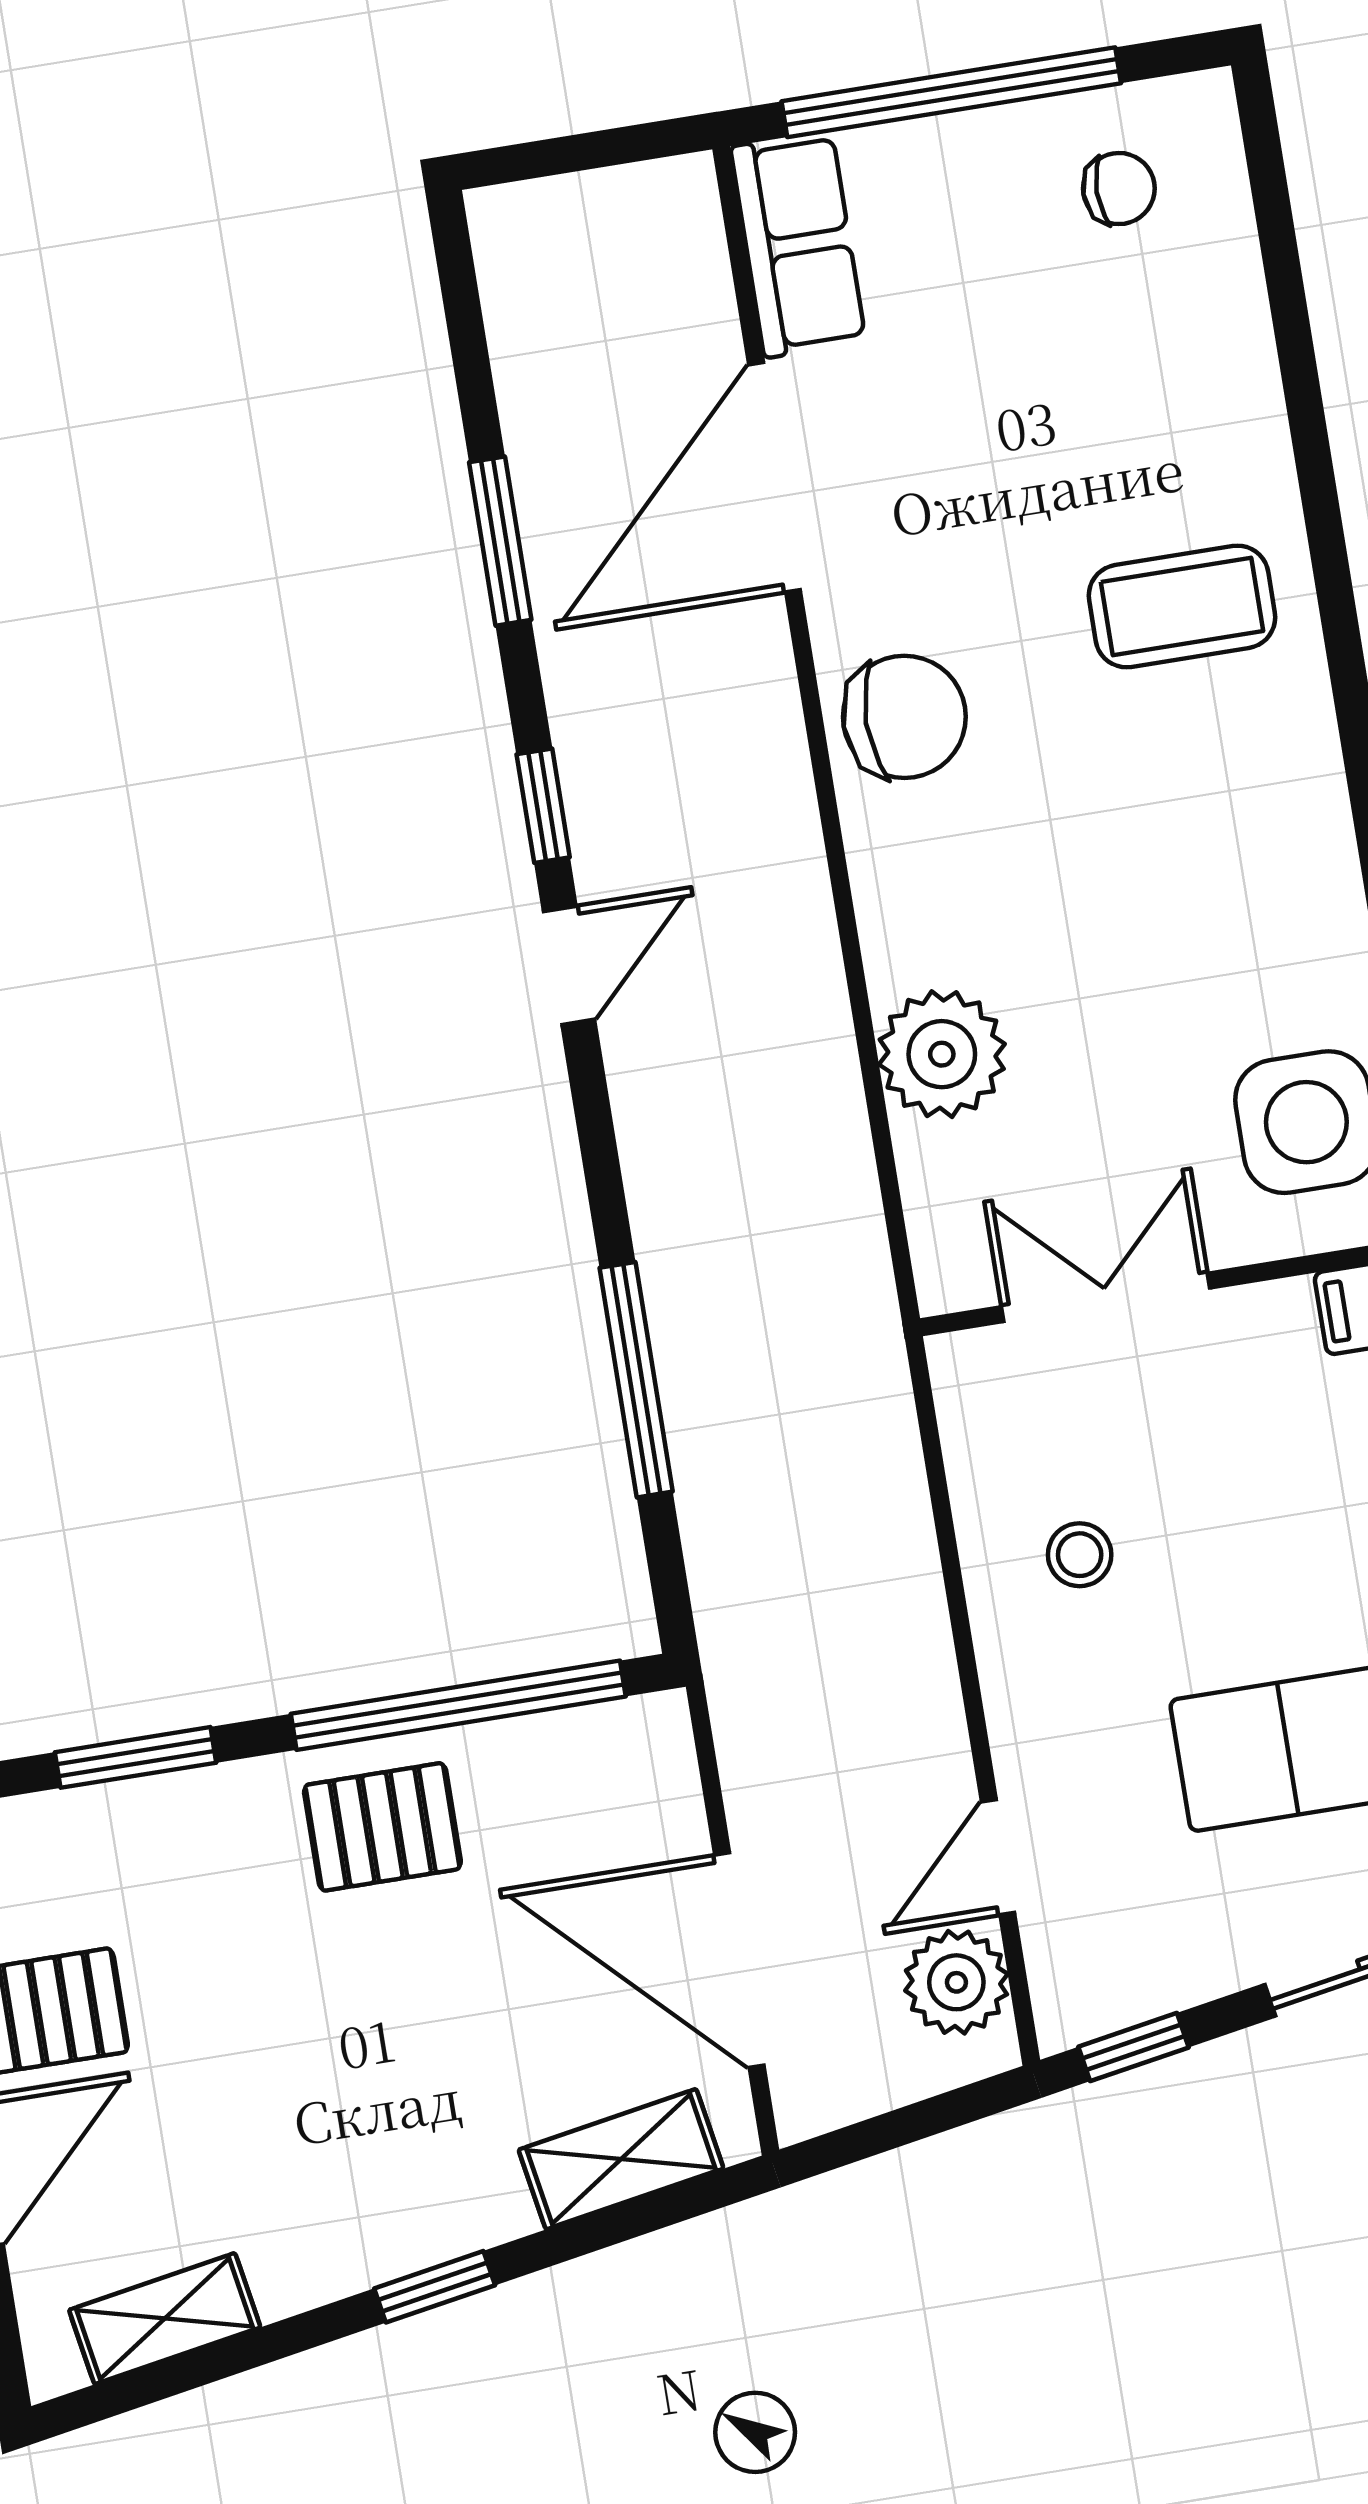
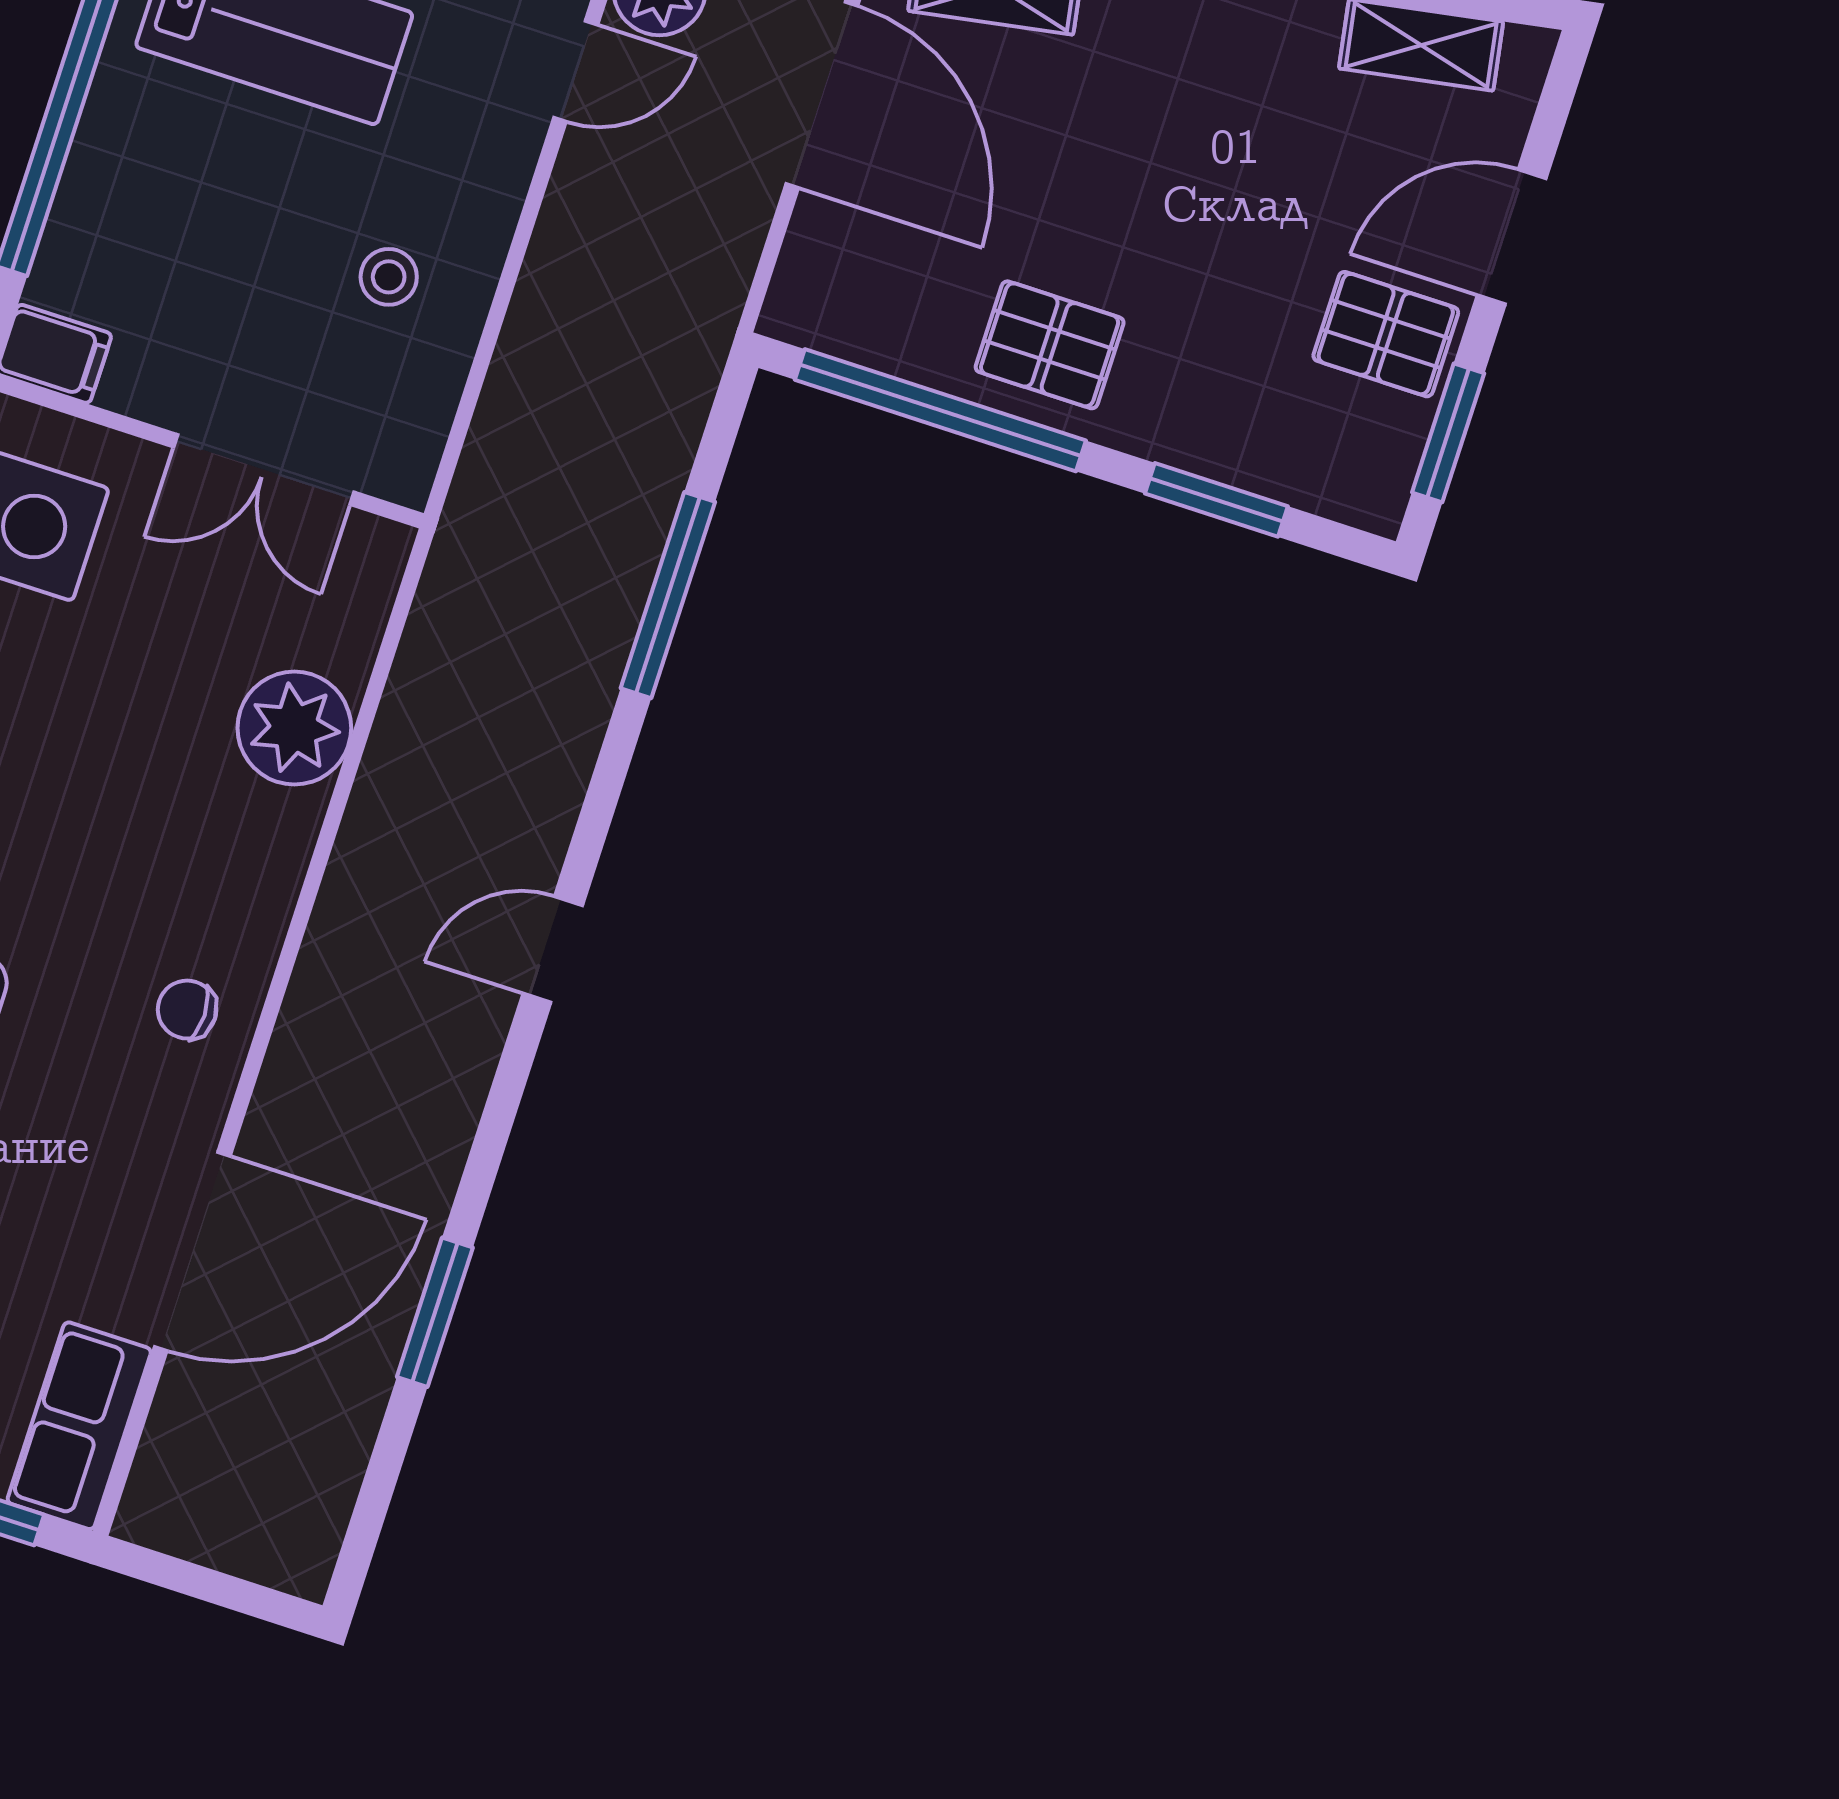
chair: (904, 717) -> (187, 1010), width x0.54, depth x0.54
window: (543, 806) -> (508, 1086), removed

